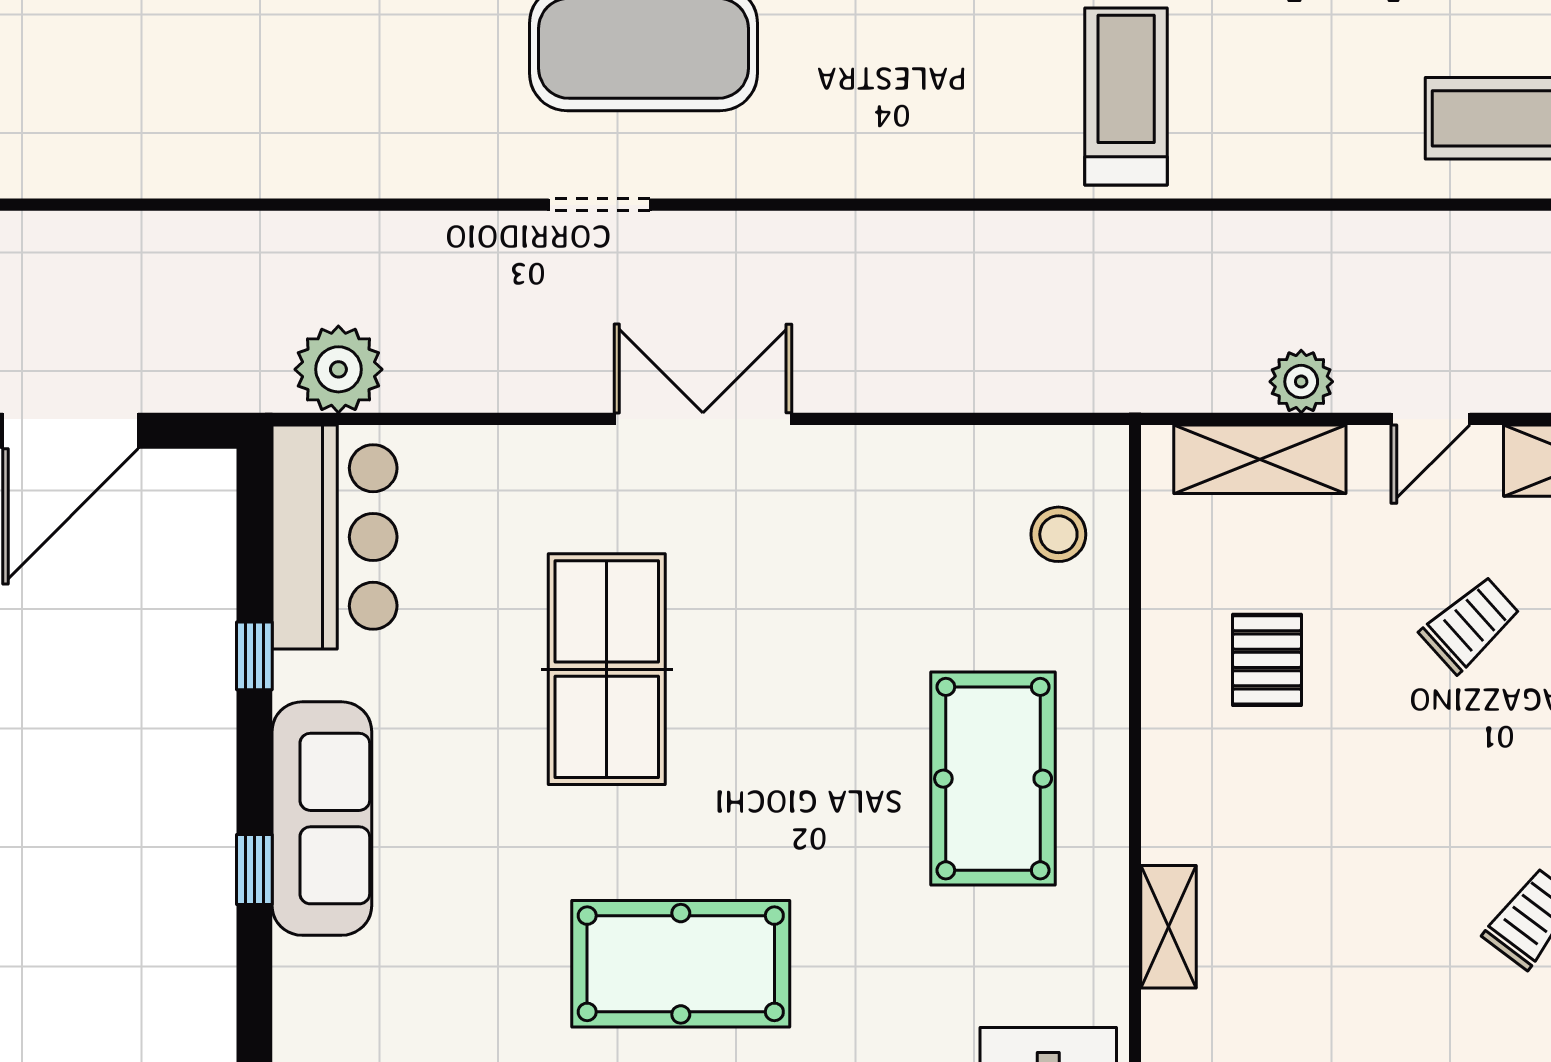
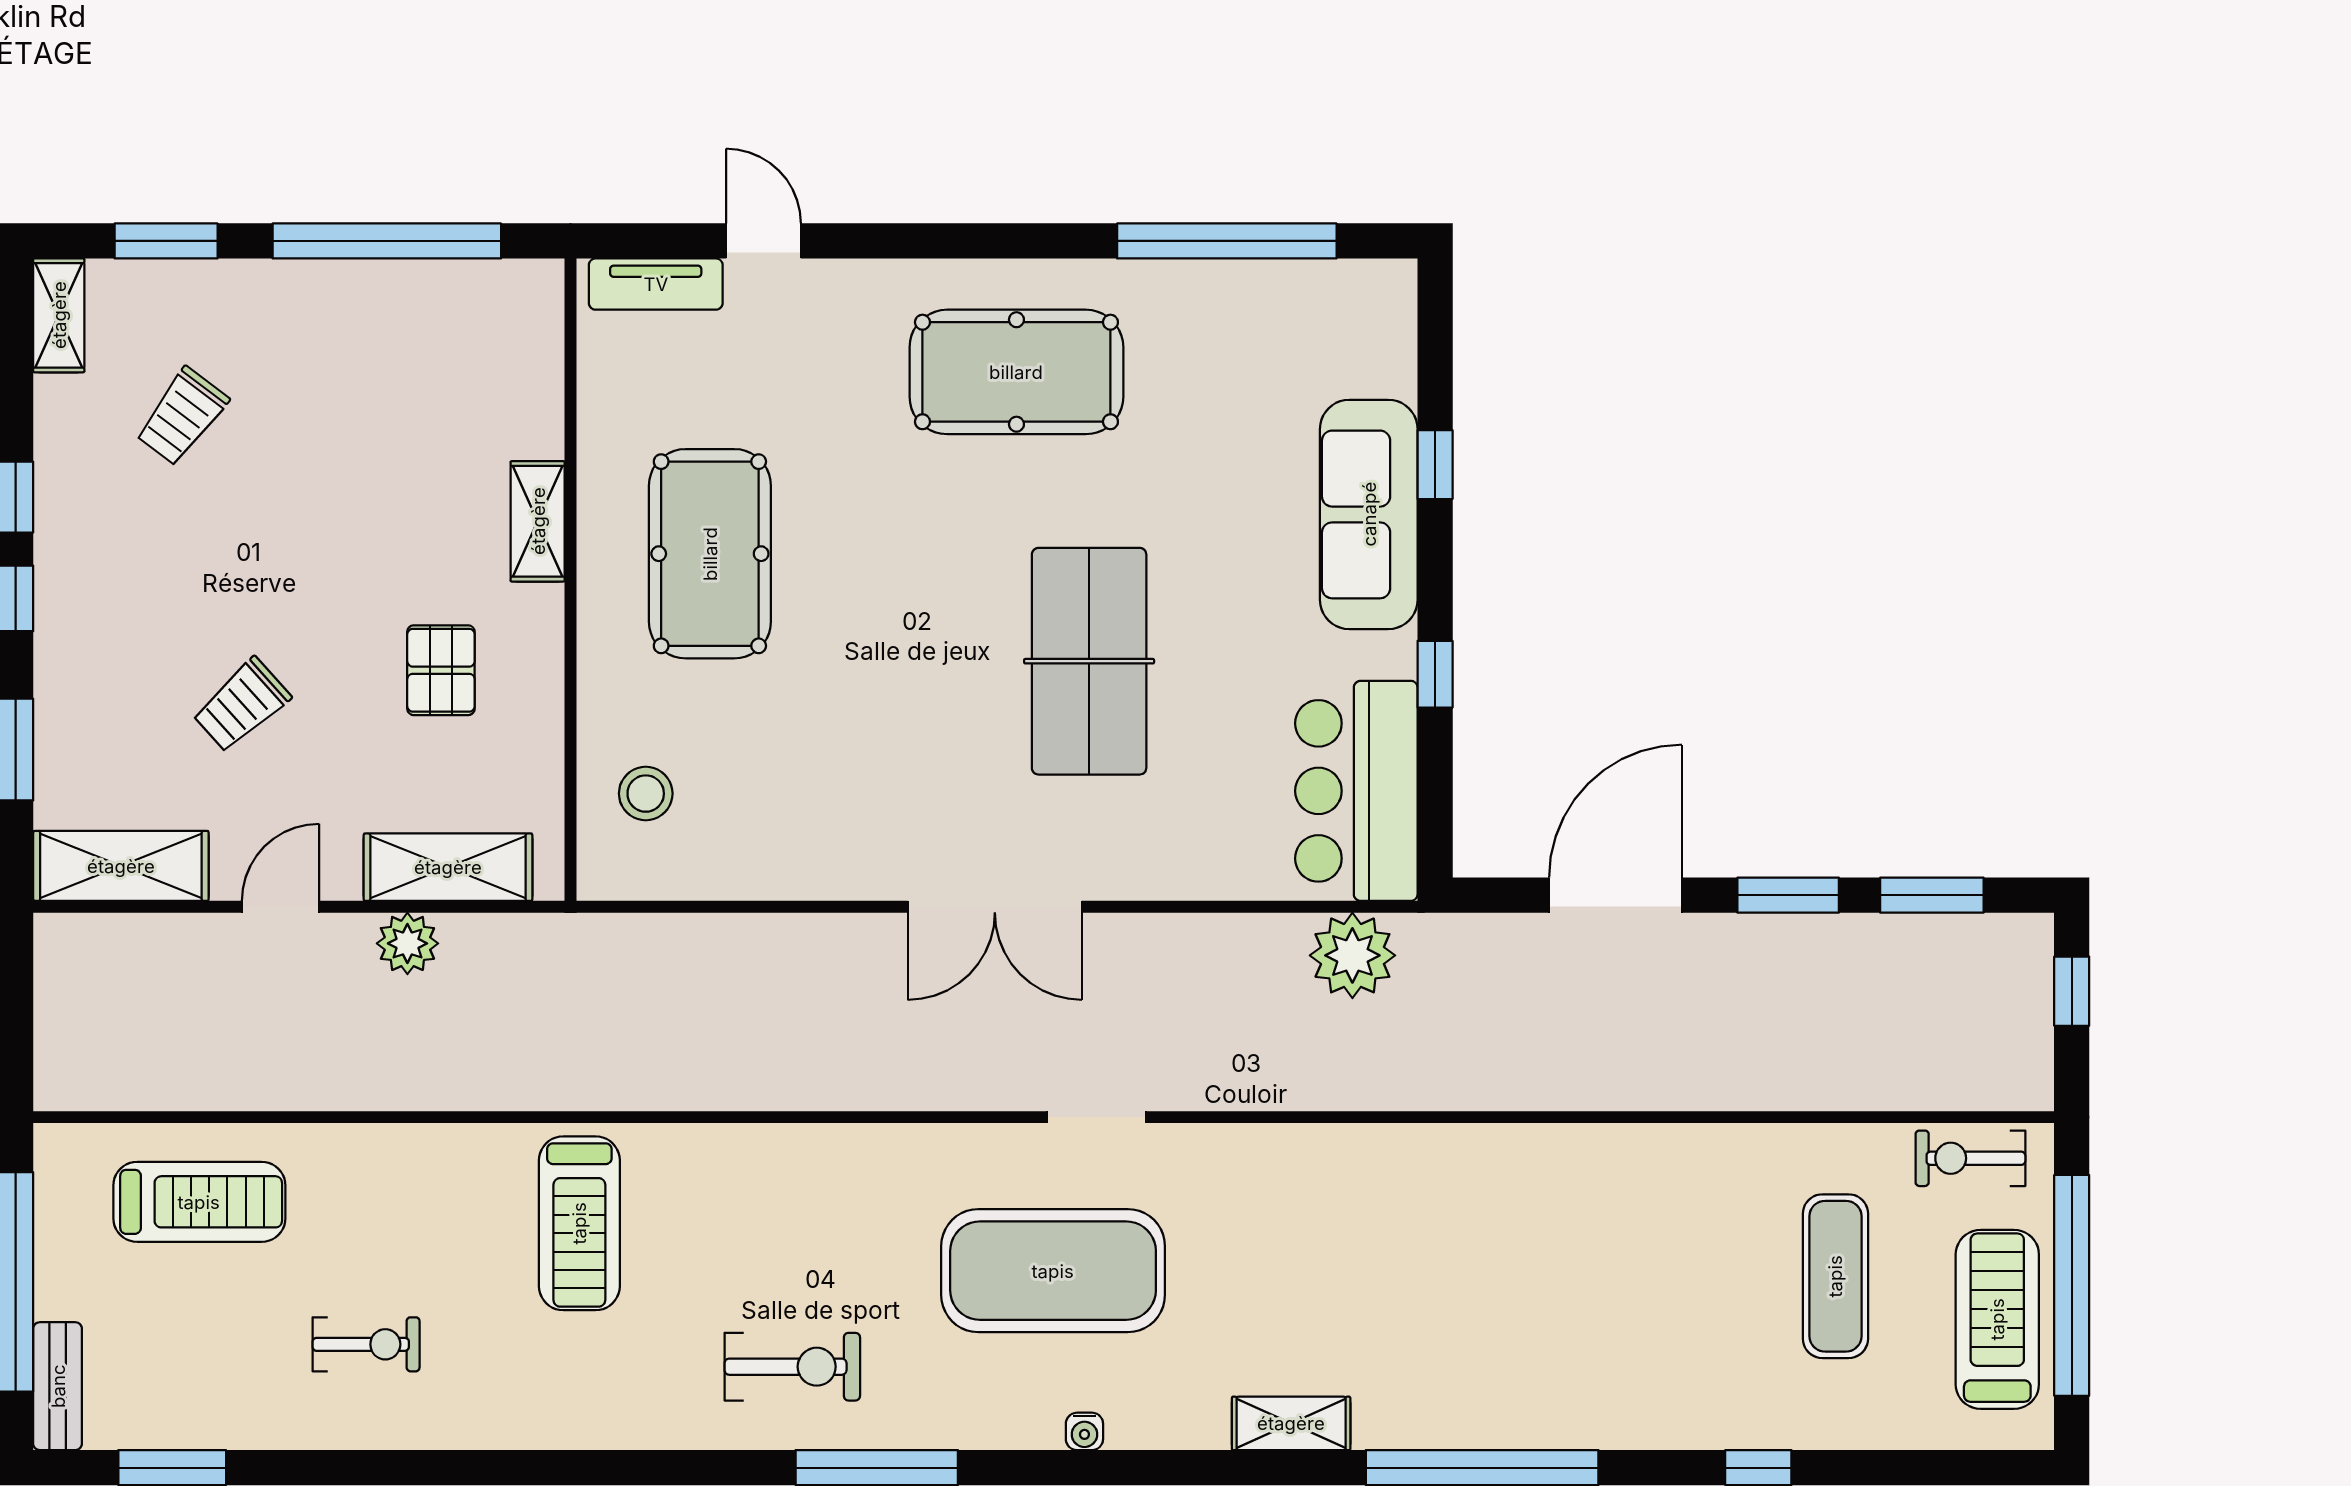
shelving: (1169, 927) -> (538, 521), moved

